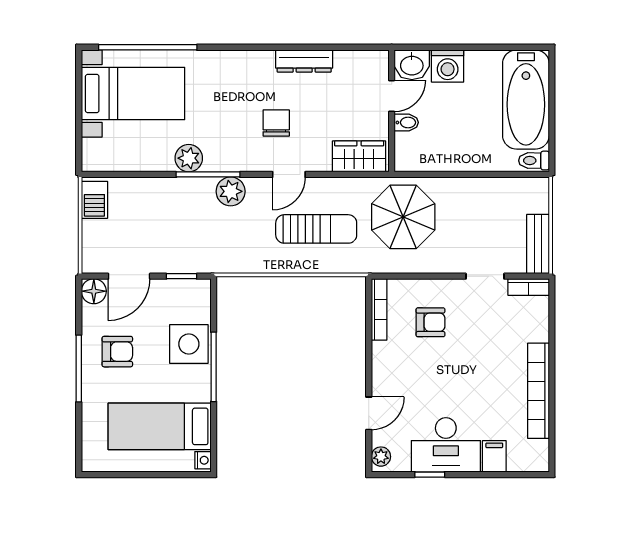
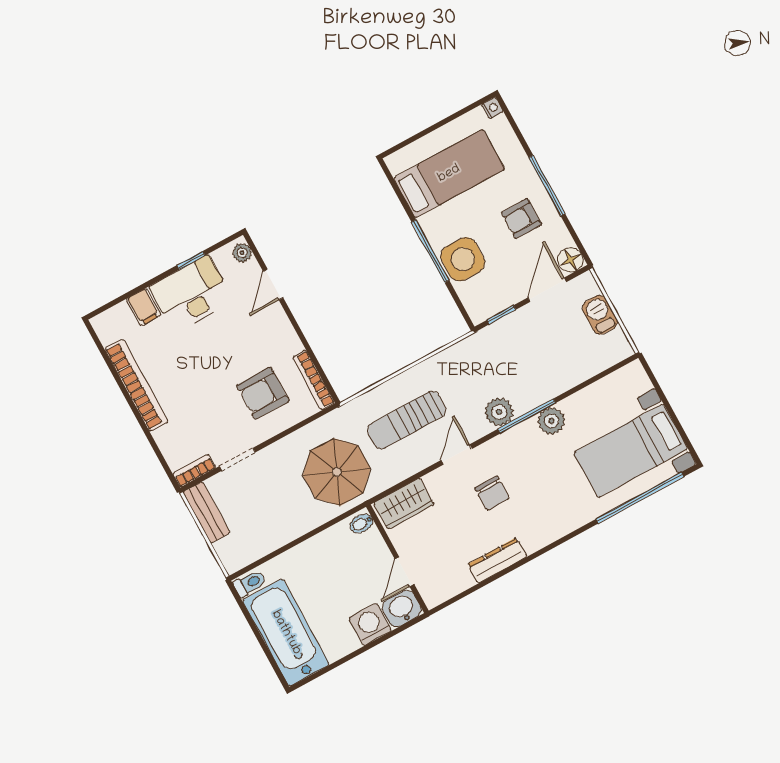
bidet: (406, 122) -> (361, 523), moved
barbecue: (94, 200) -> (600, 315), moved
armchair: (430, 322) -> (263, 393), width x1.38, depth x1.38
nightstand: (203, 460) -> (492, 108), moved, turned 180

